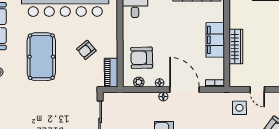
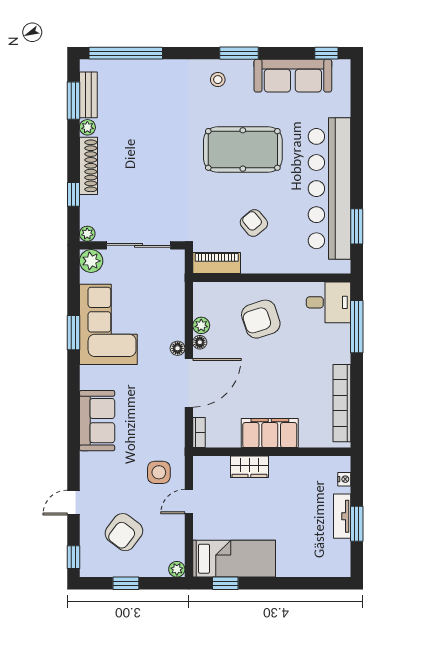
wardrobe: (236, 47) -> (249, 467), width x0.67
armchair: (142, 58) -> (261, 319), moved, turned -107
plant: (139, 82) -> (201, 325), moved

